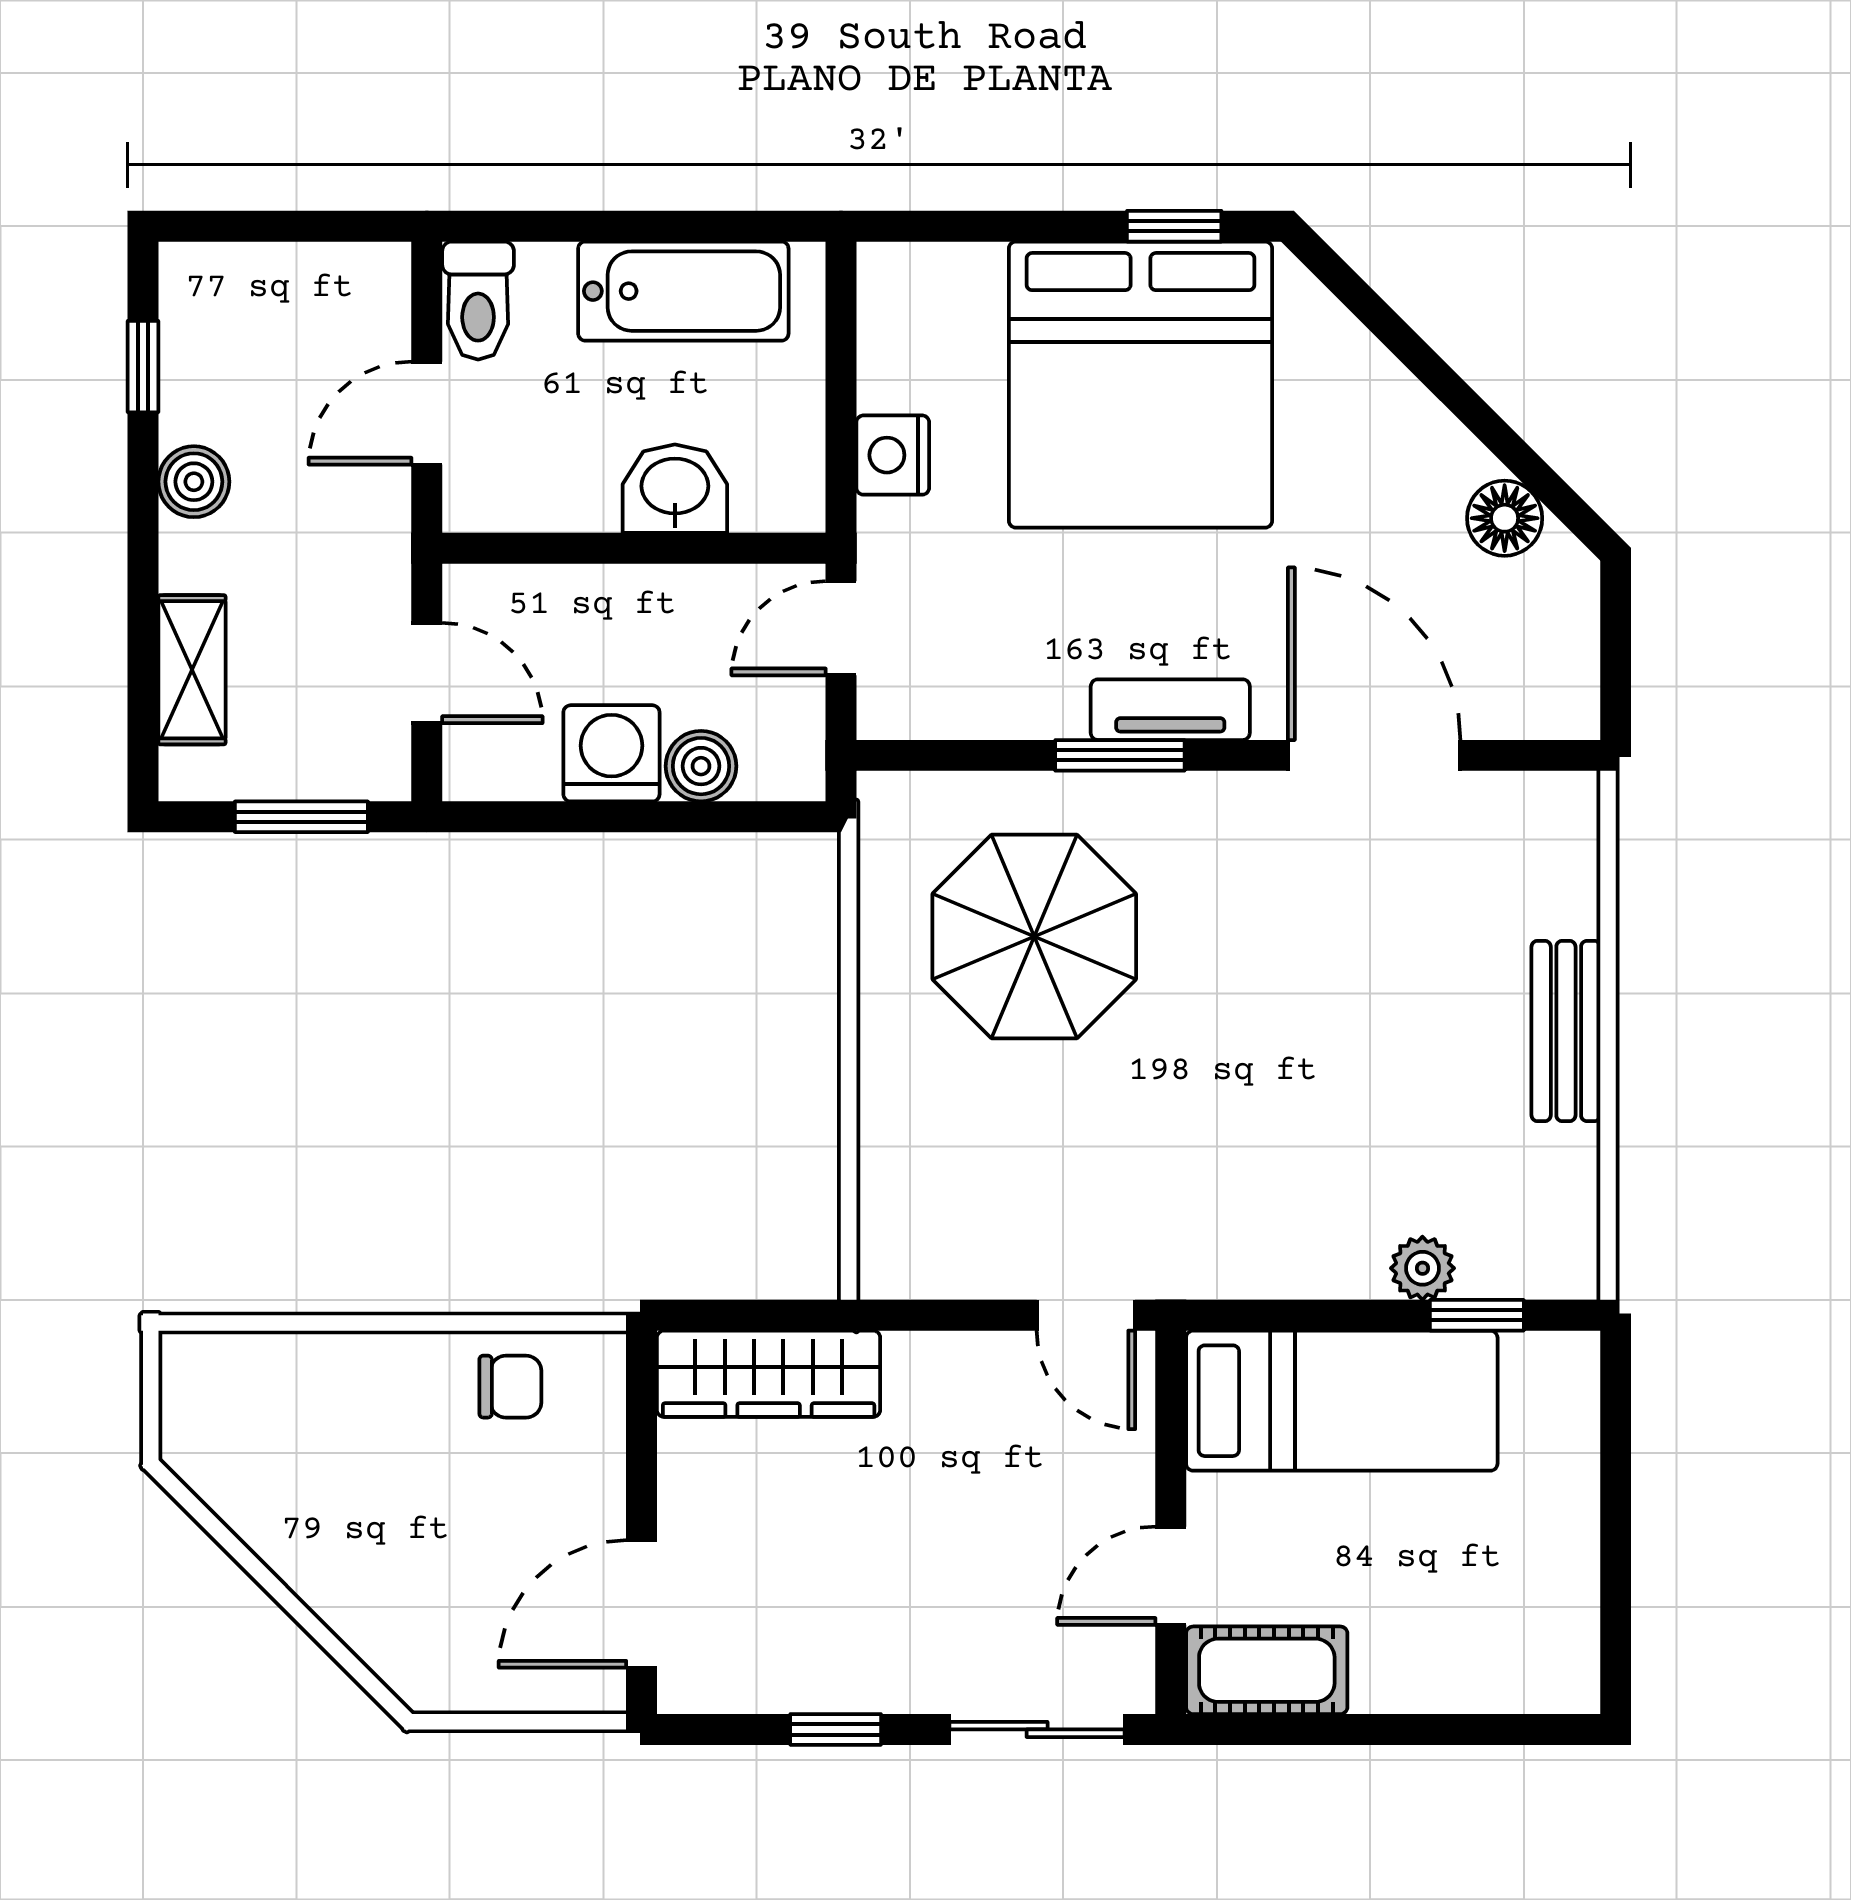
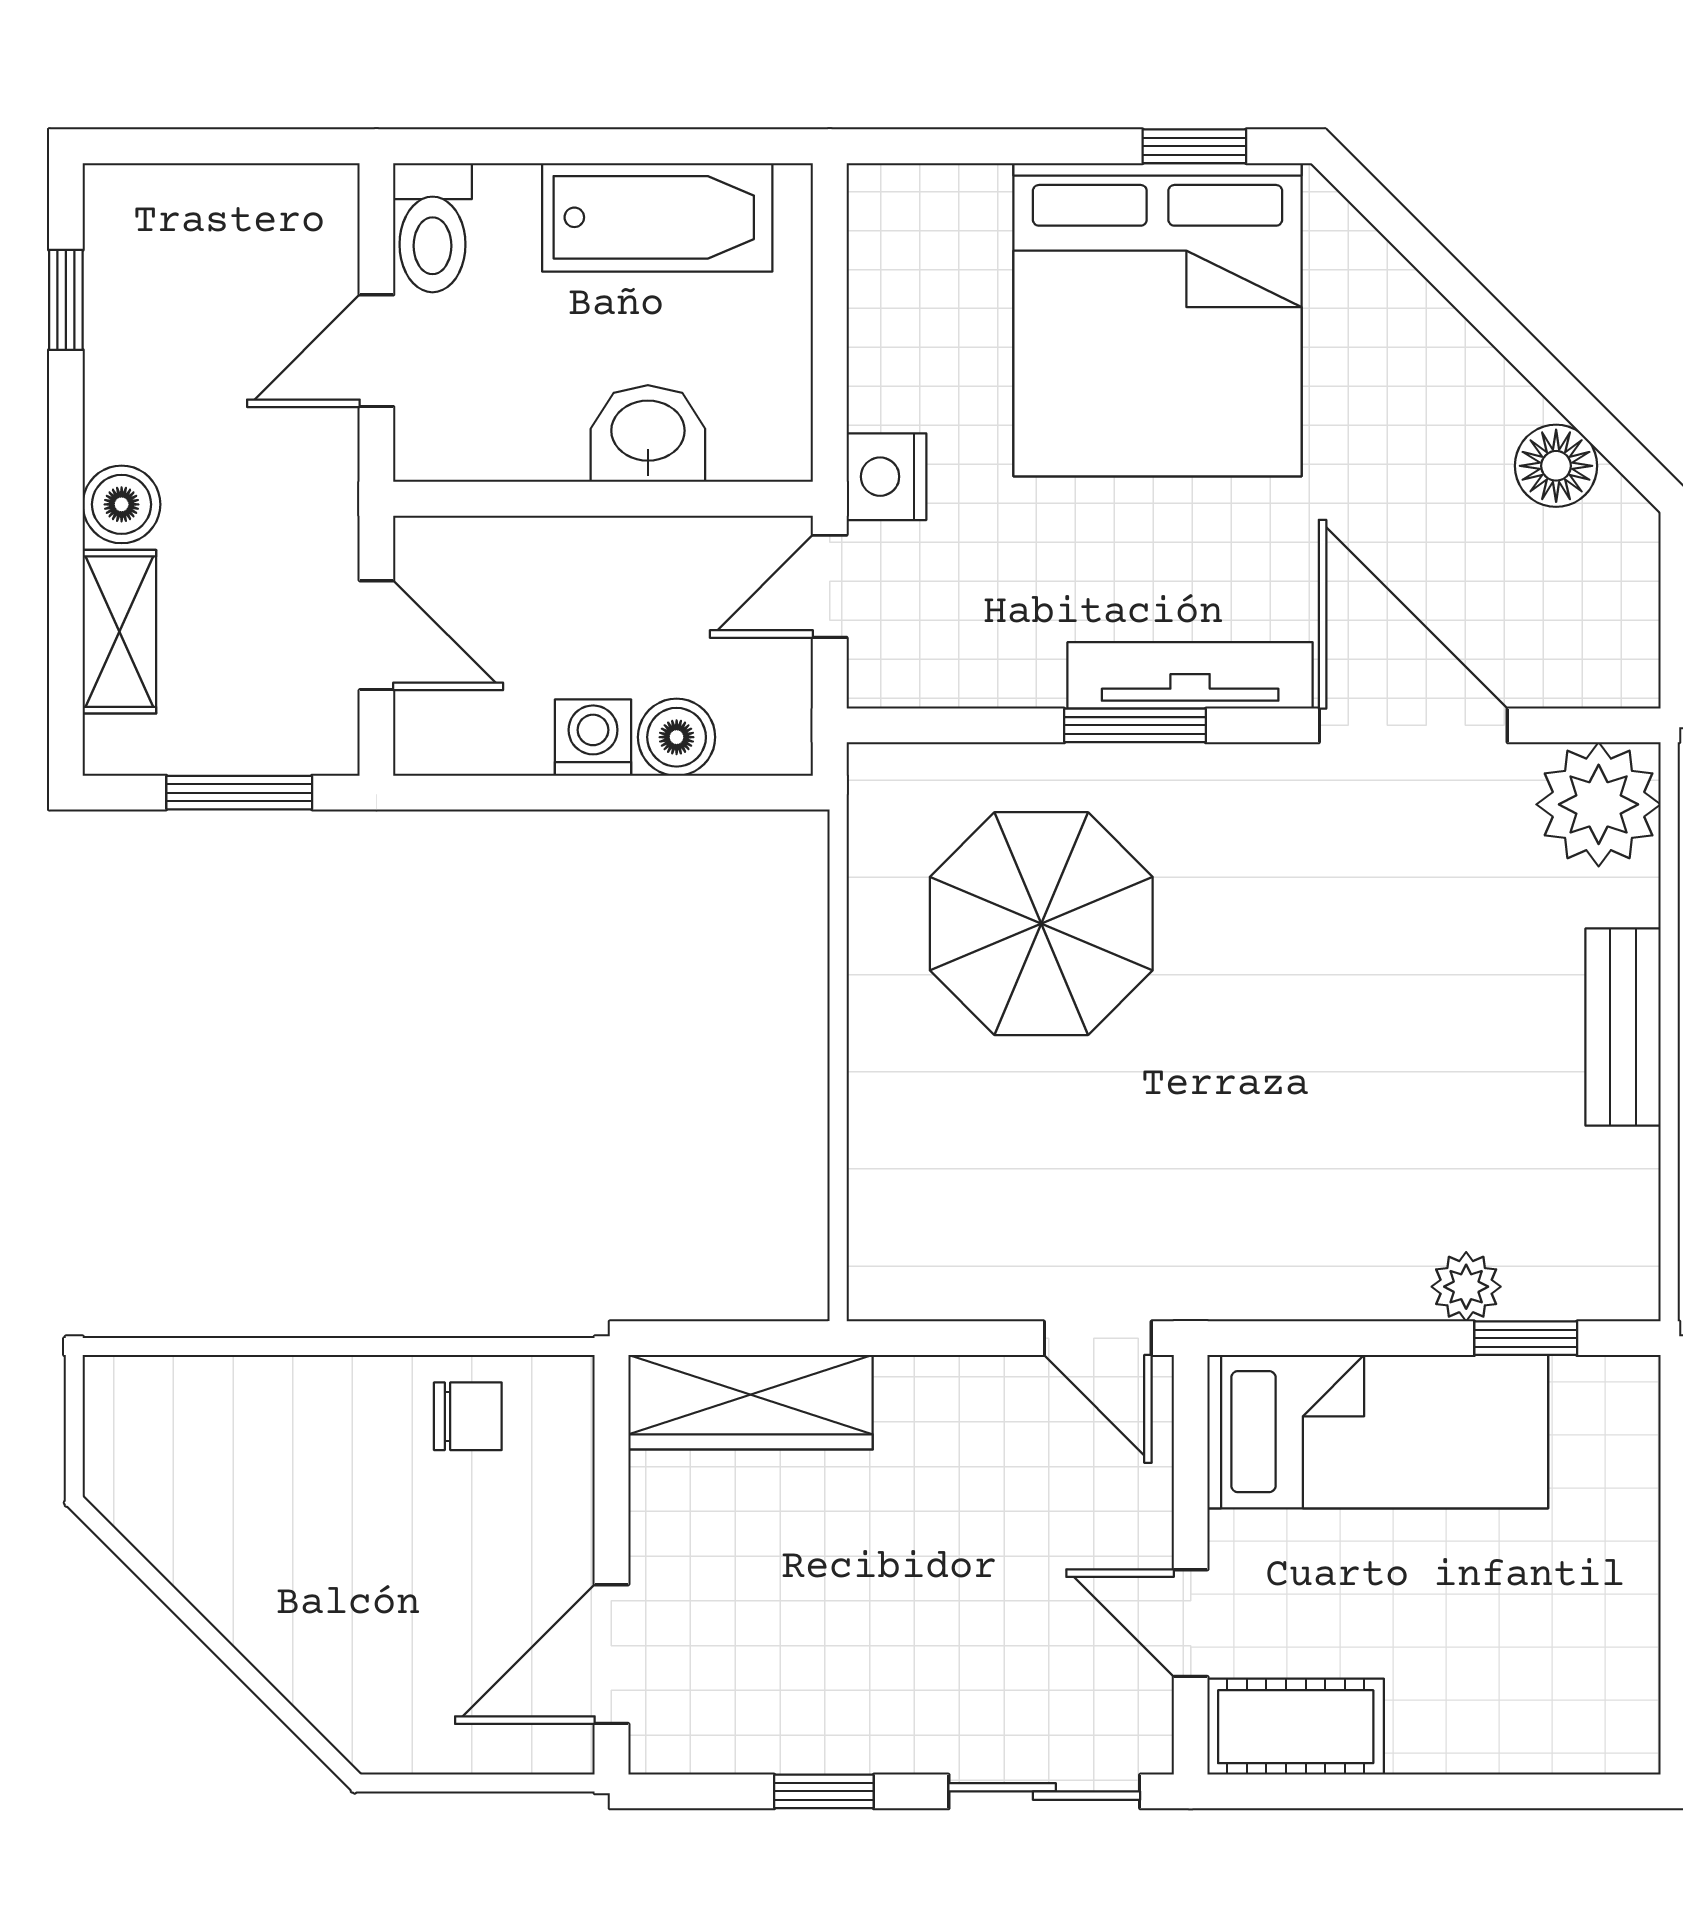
nightstand: (893, 455) -> (886, 477), moved
boiler: (194, 482) -> (122, 504), moved
tv unit: (1170, 710) -> (1190, 675), width x1.41
washing machine: (611, 753) -> (593, 738), width x0.73, depth x0.73
plant: (1543, 828) -> (1599, 804), added
door: (1171, 1576) -> (1191, 1623), hinge flipped

